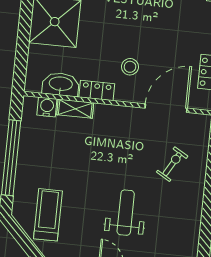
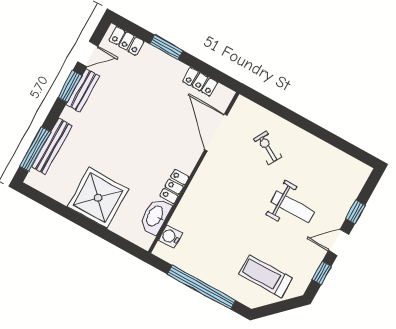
stool: (130, 67) -> (166, 148), removed
shelving: (75, 109) -> (182, 212), removed
weight bench: (126, 213) -> (293, 207), turned 180

